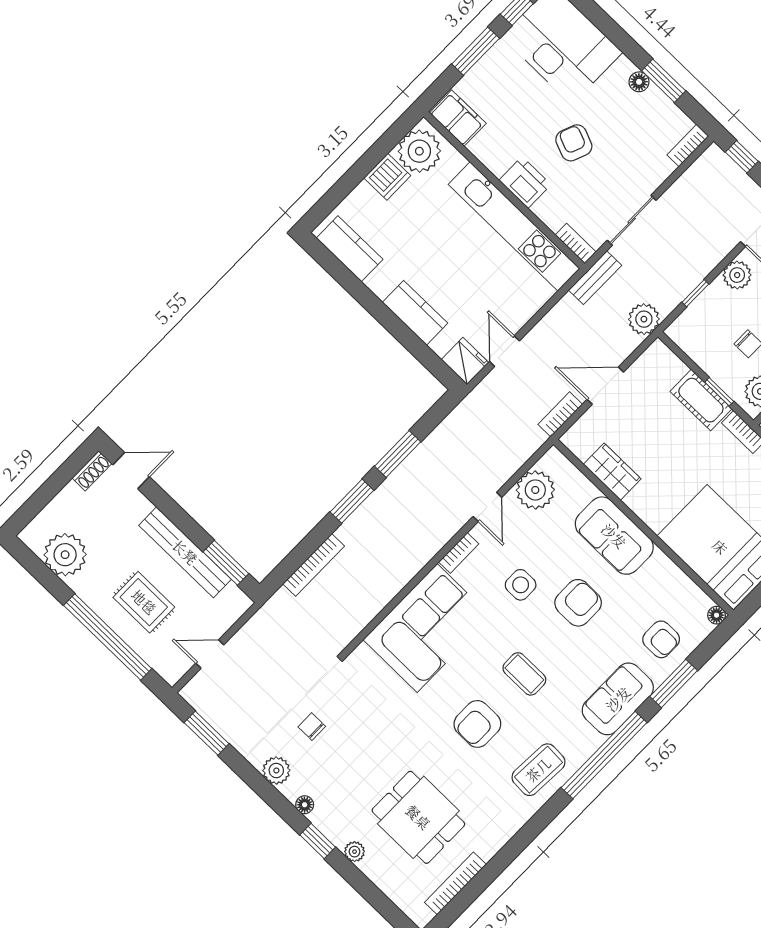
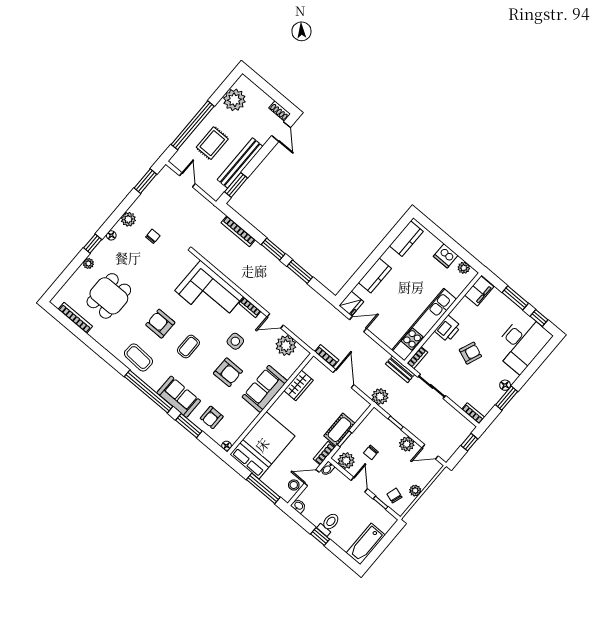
plant: (419, 151) -> (464, 268), width x0.53, depth x0.53

